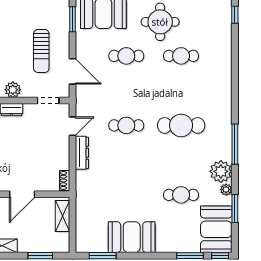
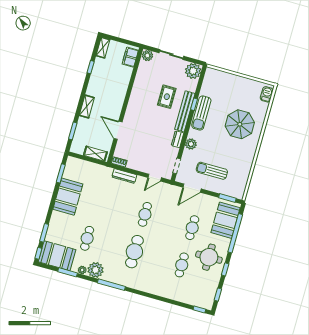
door: (72, 126) -> (155, 178), hinge flipped
dresser: (82, 153) -> (124, 176), moved

